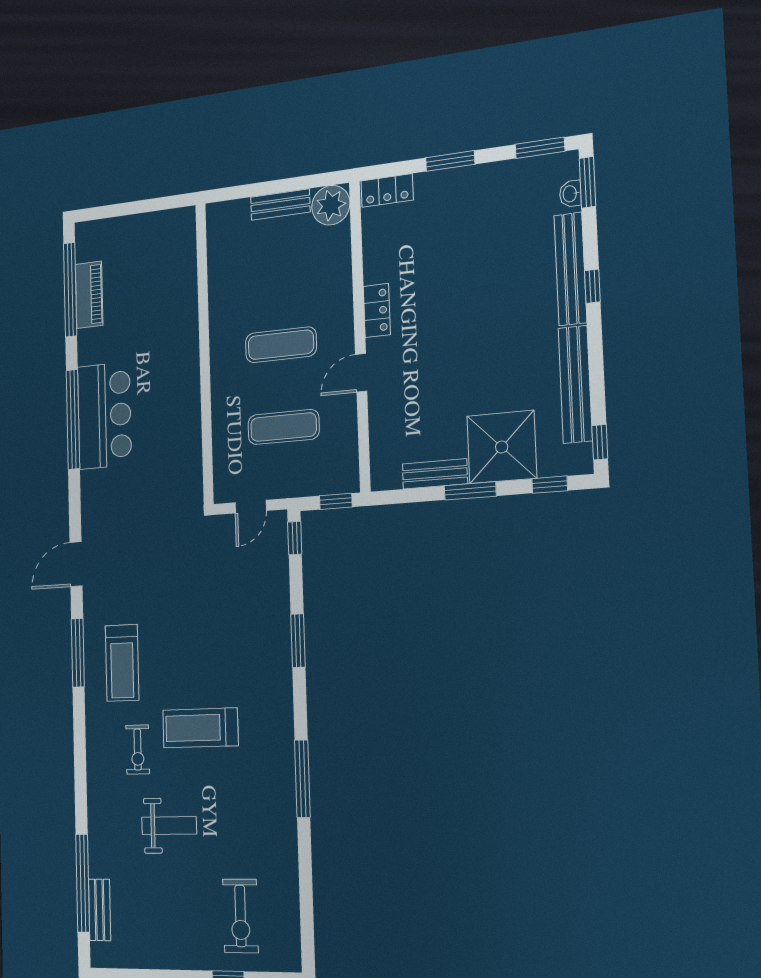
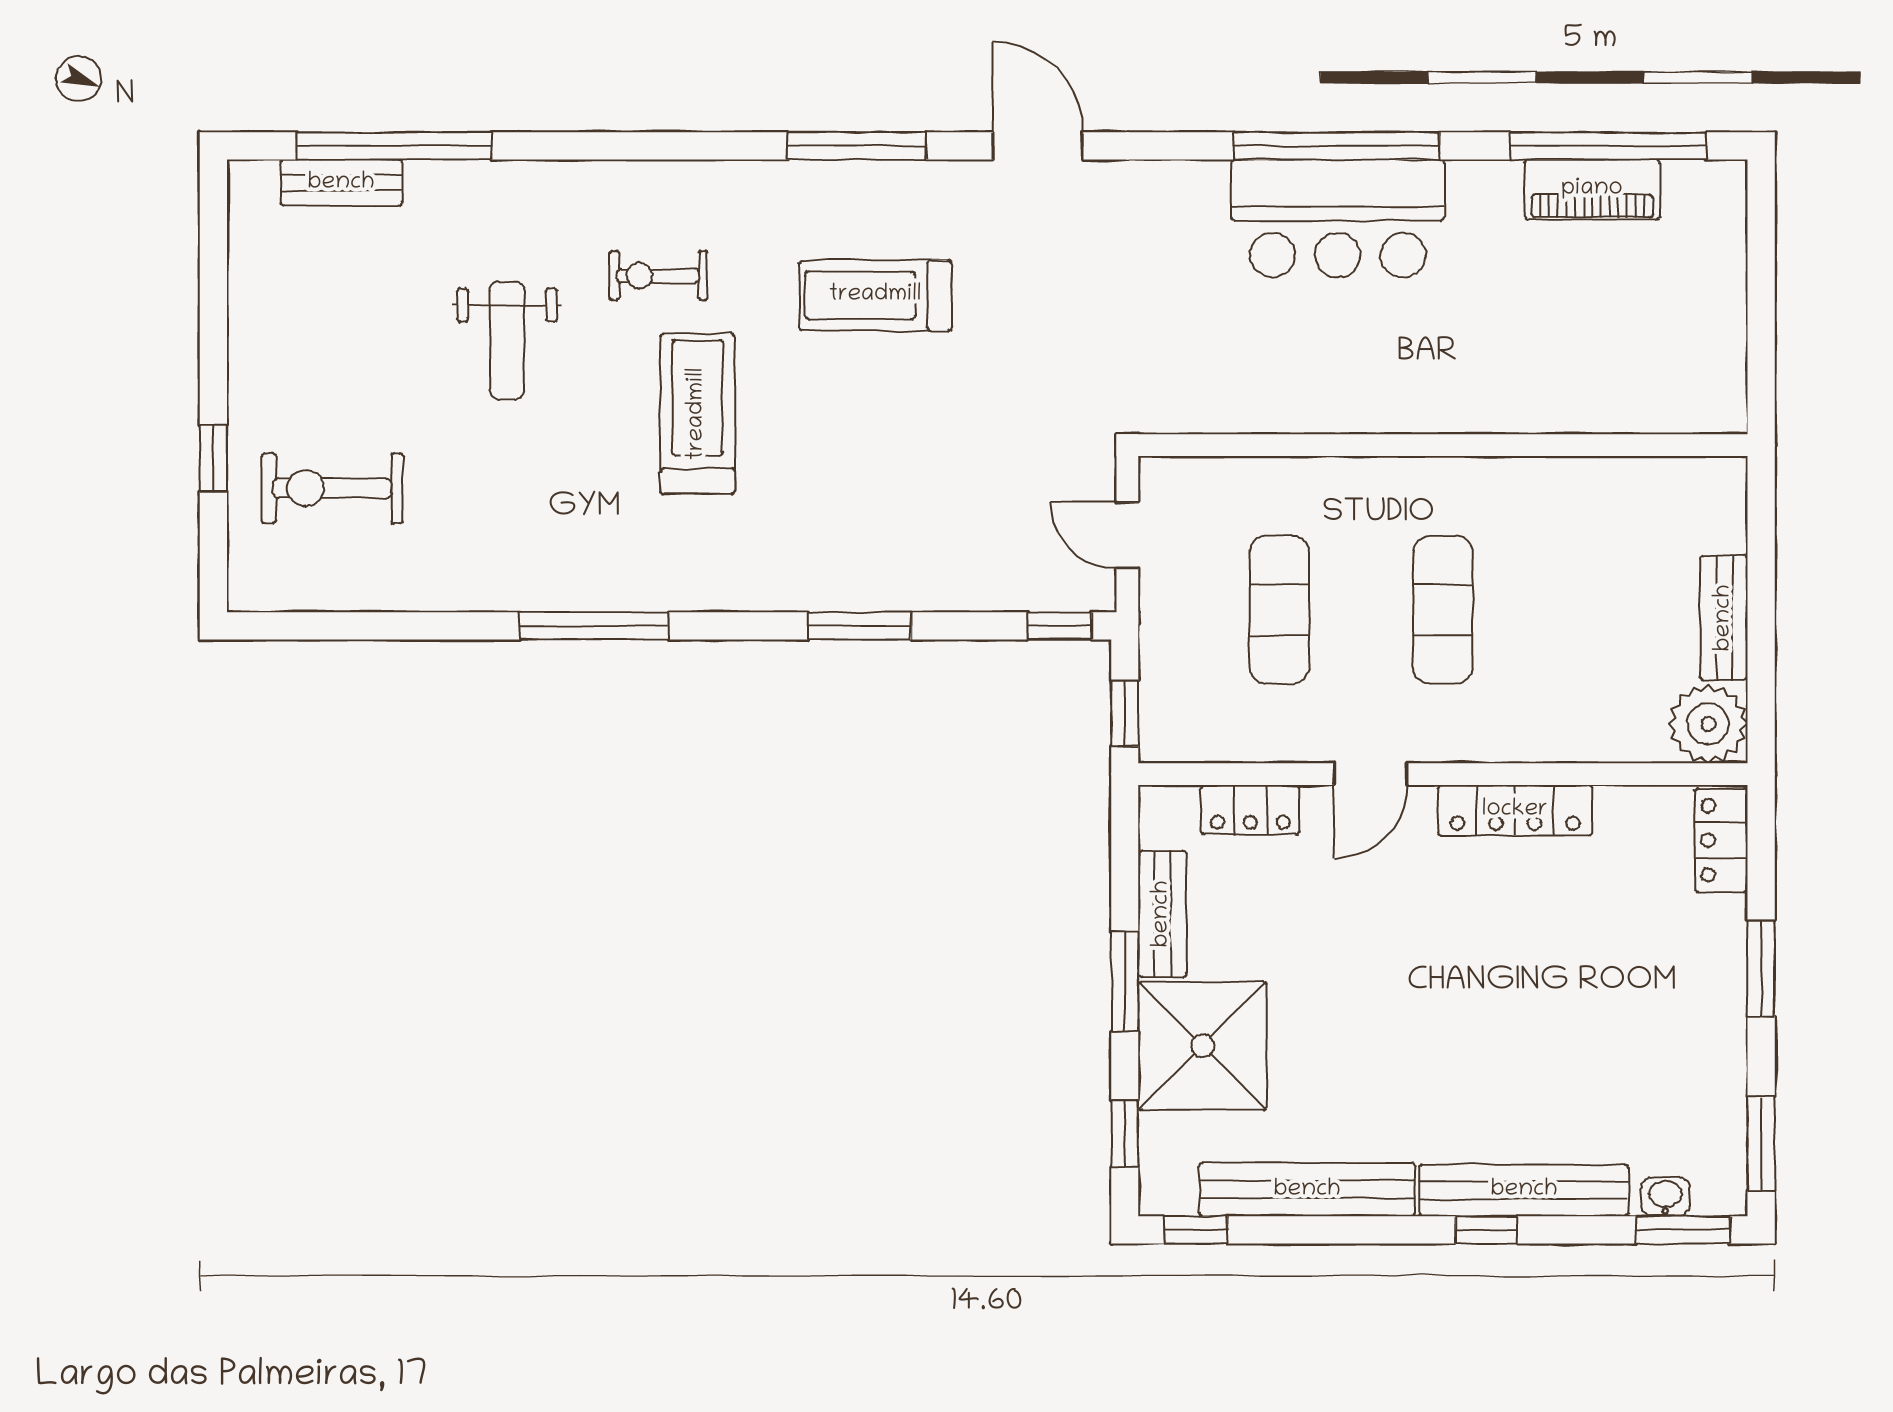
locker: (377, 310) -> (1515, 810), width x1.53
door: (361, 373) -> (1370, 774), swing flipped
locker: (381, 433) -> (1250, 810), added
treadmill: (122, 663) -> (875, 295), moved

